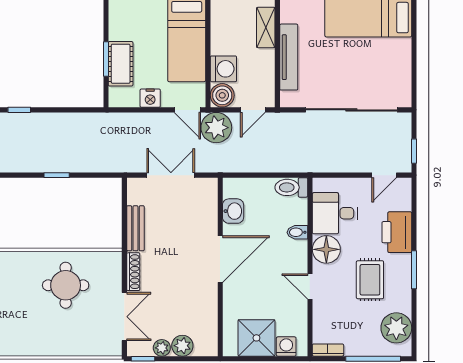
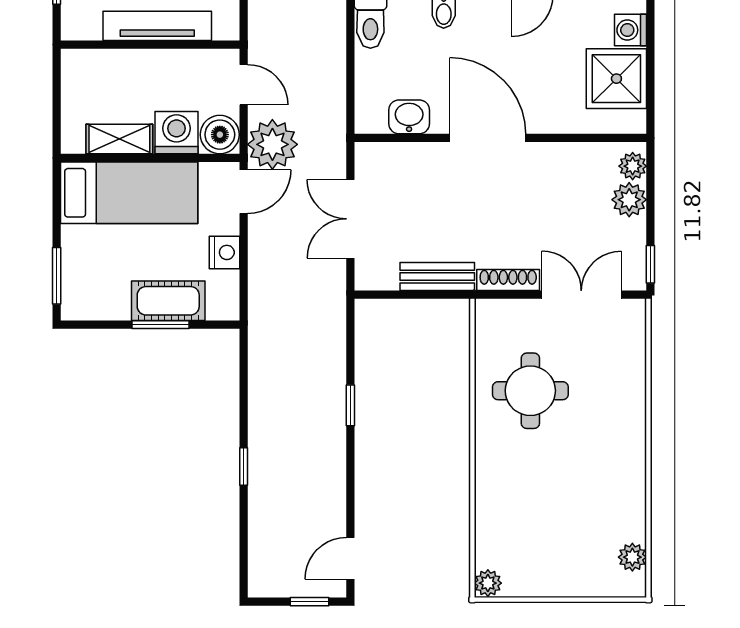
shelving: (266, 27) -> (119, 139), moved
plant: (162, 348) -> (633, 166), moved

